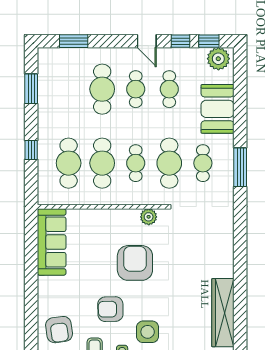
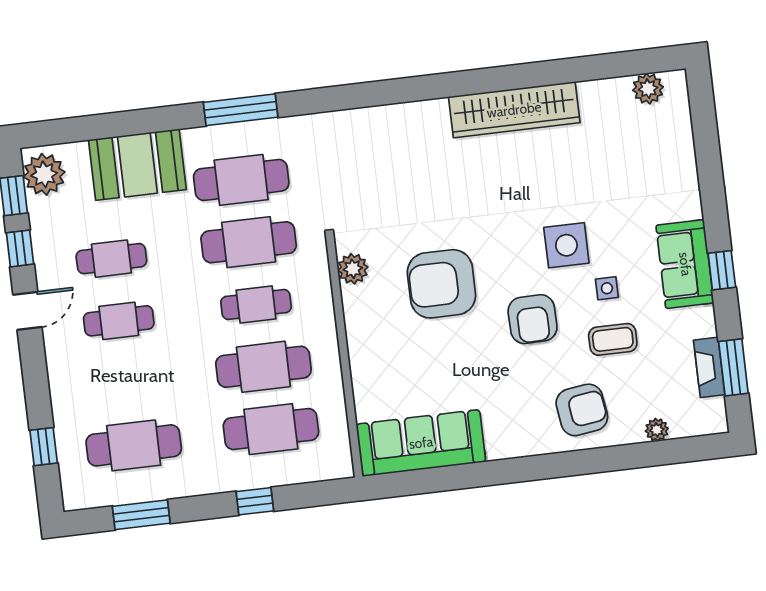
window: (74, 41) -> (44, 447), width x0.67
cafe table: (102, 89) -> (134, 445), moved
cafe table: (203, 163) -> (241, 180), width x1.37, depth x1.35

